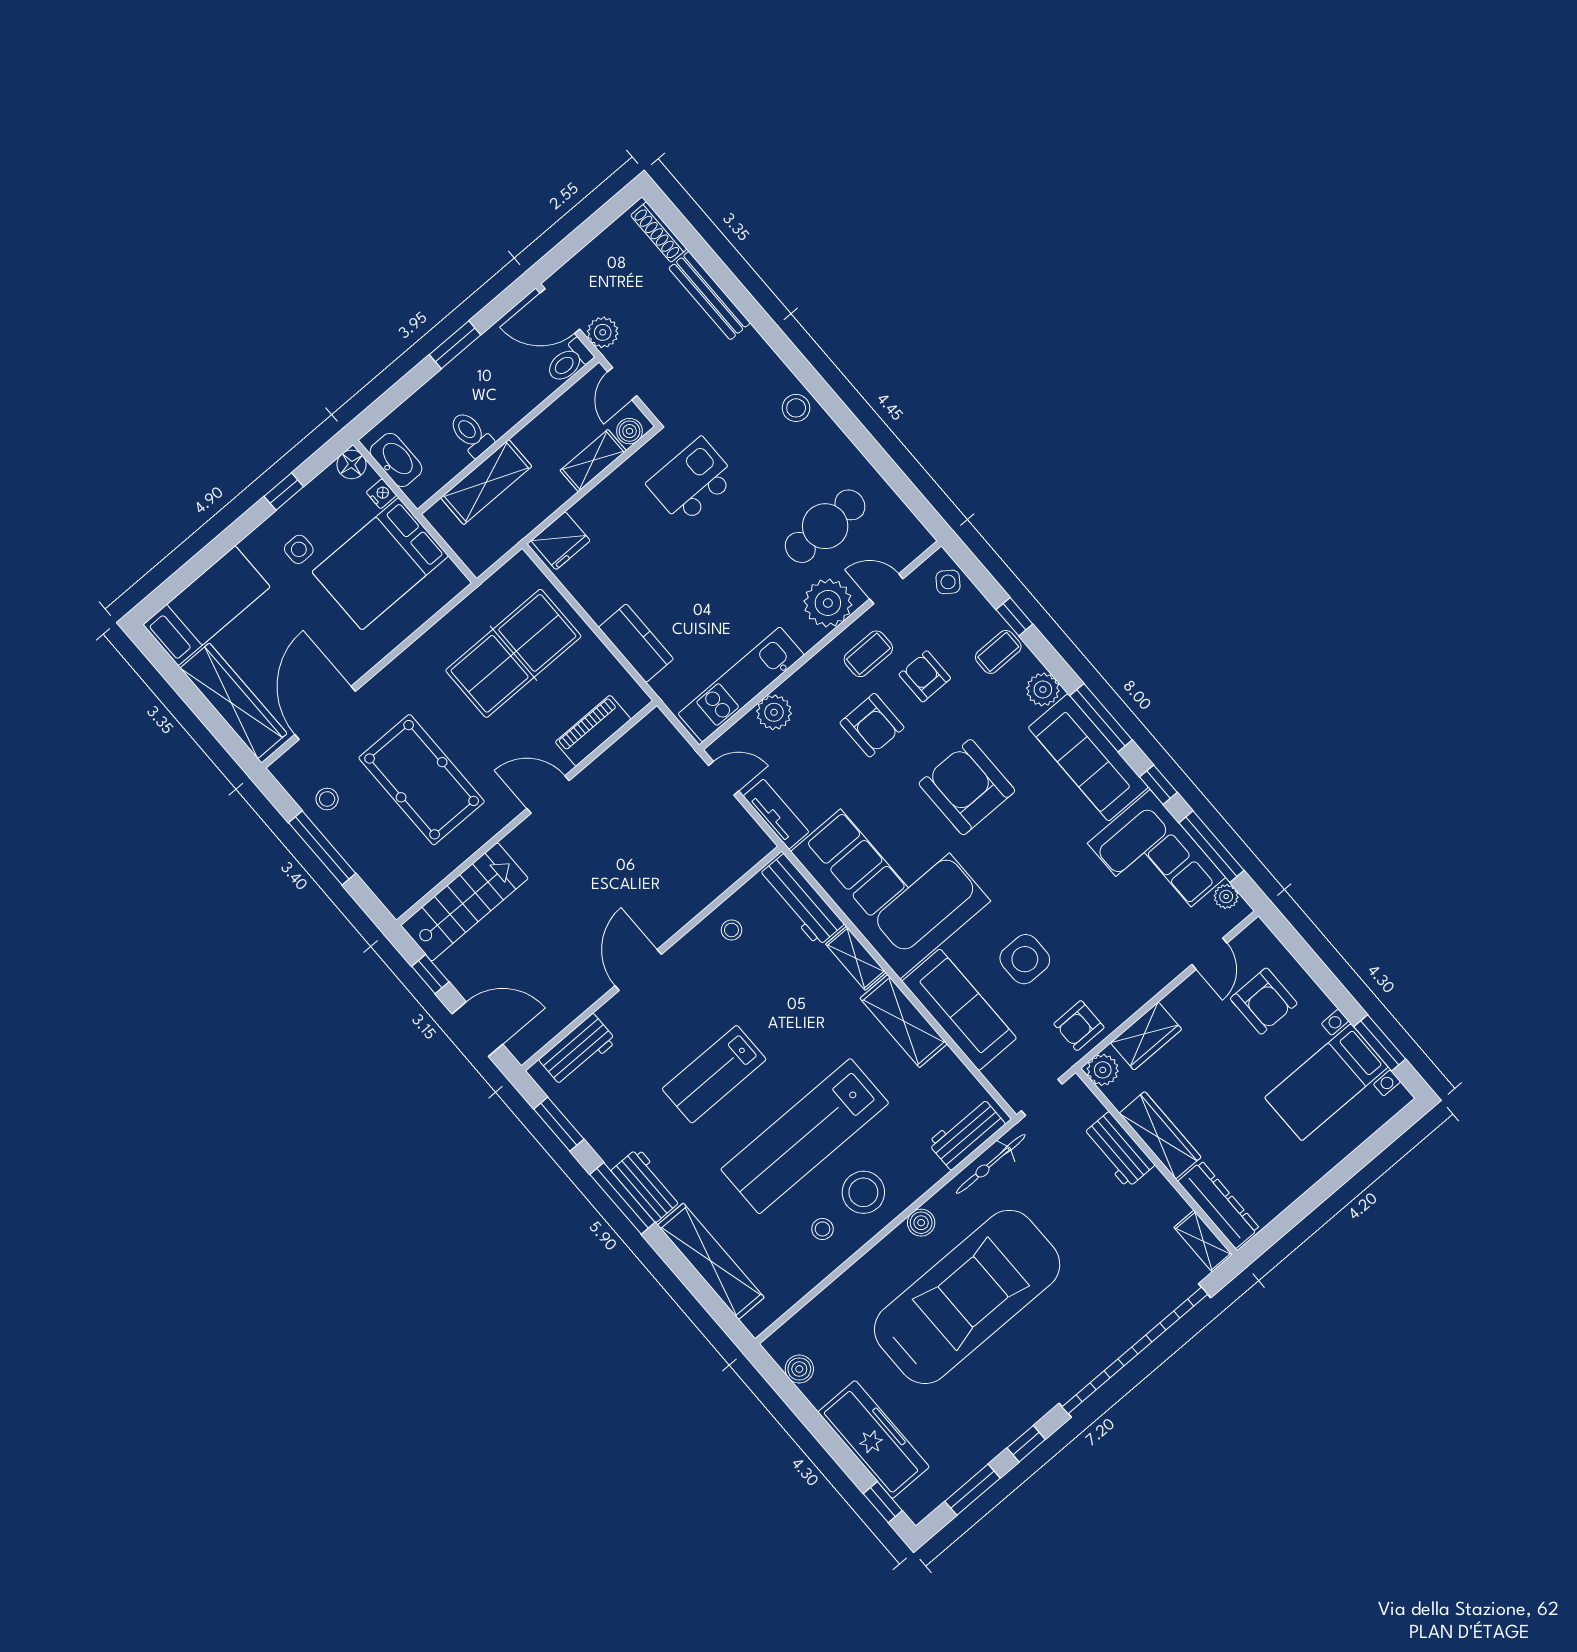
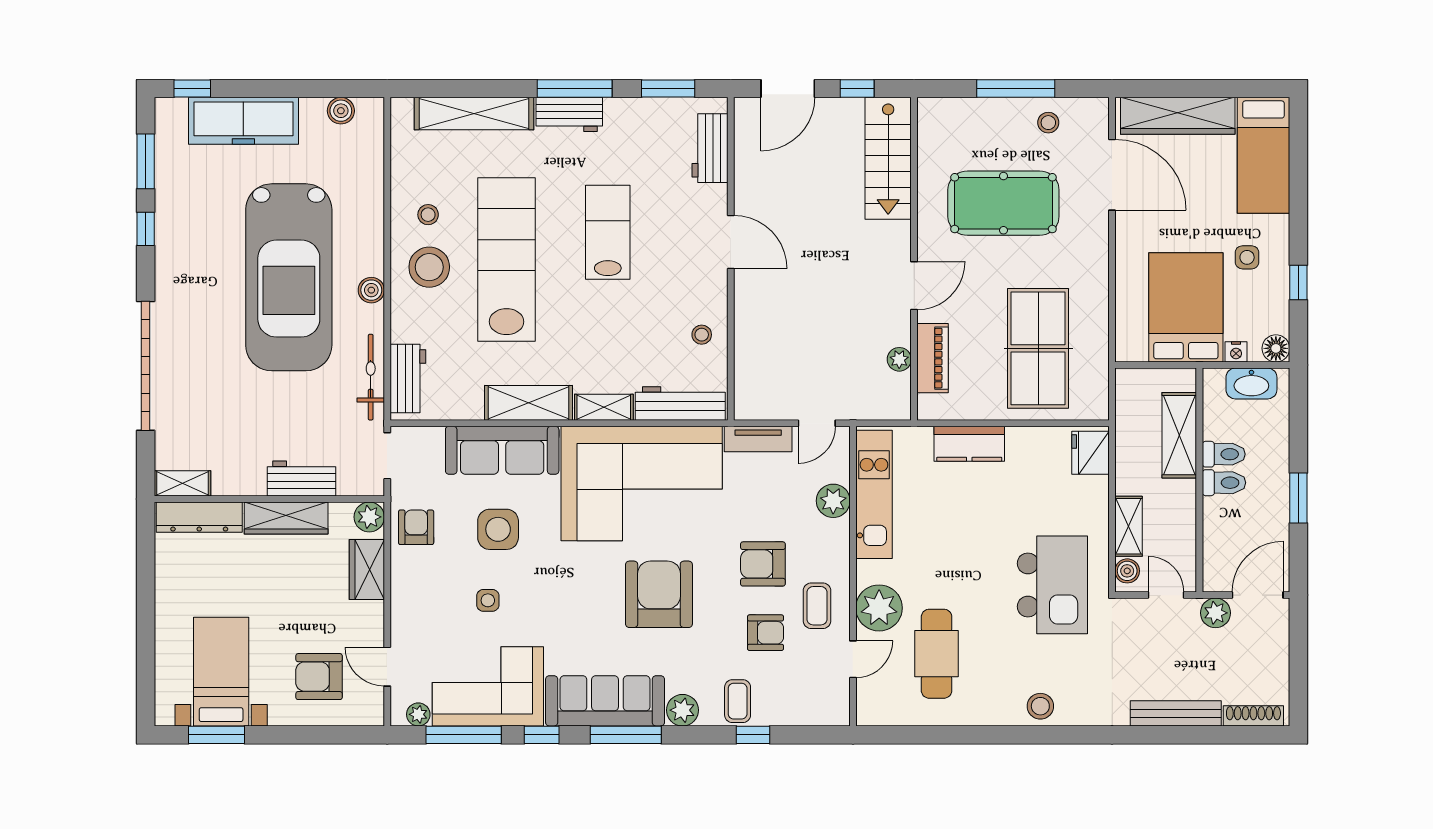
toilet: (569, 361) -> (1224, 483), moved, turned 90
kitchen island: (692, 481) -> (1052, 585), width x1.37, depth x1.28
side table: (948, 582) -> (488, 600), moved, turned -36
plant: (617, 756) -> (899, 359), added
armchair: (967, 787) -> (659, 594), turned -90
garage door: (1135, 1350) -> (146, 366), width x0.73

